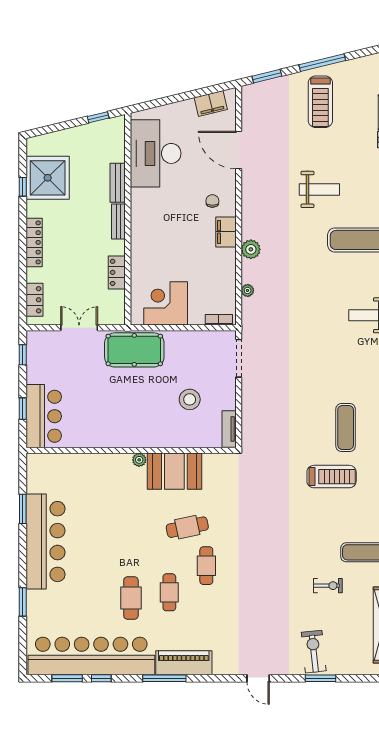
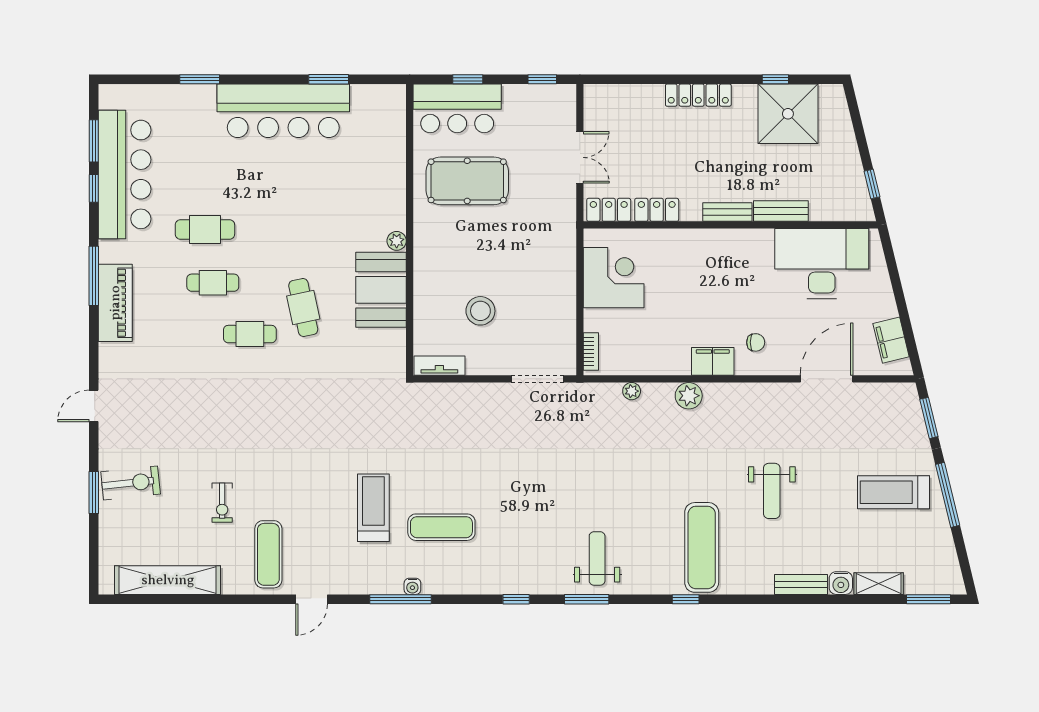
locker: (34, 300) -> (609, 210), moved, turned 180
pool table: (134, 350) -> (467, 181), moved, turned 90
treadmill: (332, 477) -> (373, 508), turned 180
bar counter: (91, 656) -> (125, 174), width x0.73

